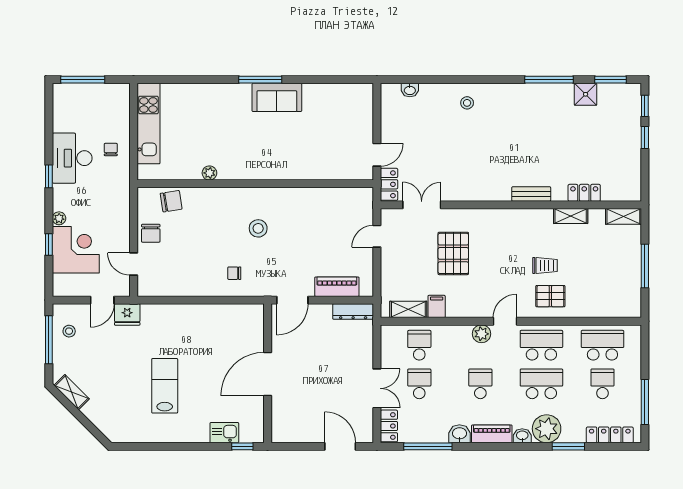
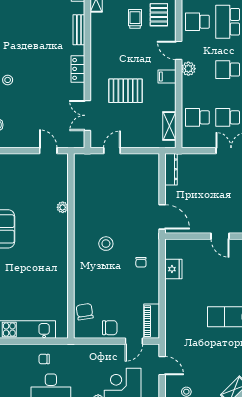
plant: (209, 173) -> (63, 207), moved
locker: (389, 184) -> (78, 69), moved, turned -90
door: (377, 236) -> (112, 151), swing flipped
piano: (337, 287) -> (152, 321), moved
filing cabinet: (437, 306) -> (167, 77), moved
fridge: (127, 314) -> (173, 269), moved
school desk: (541, 345) -> (197, 22), width x0.54
door: (268, 374) -> (220, 236), width x0.53

